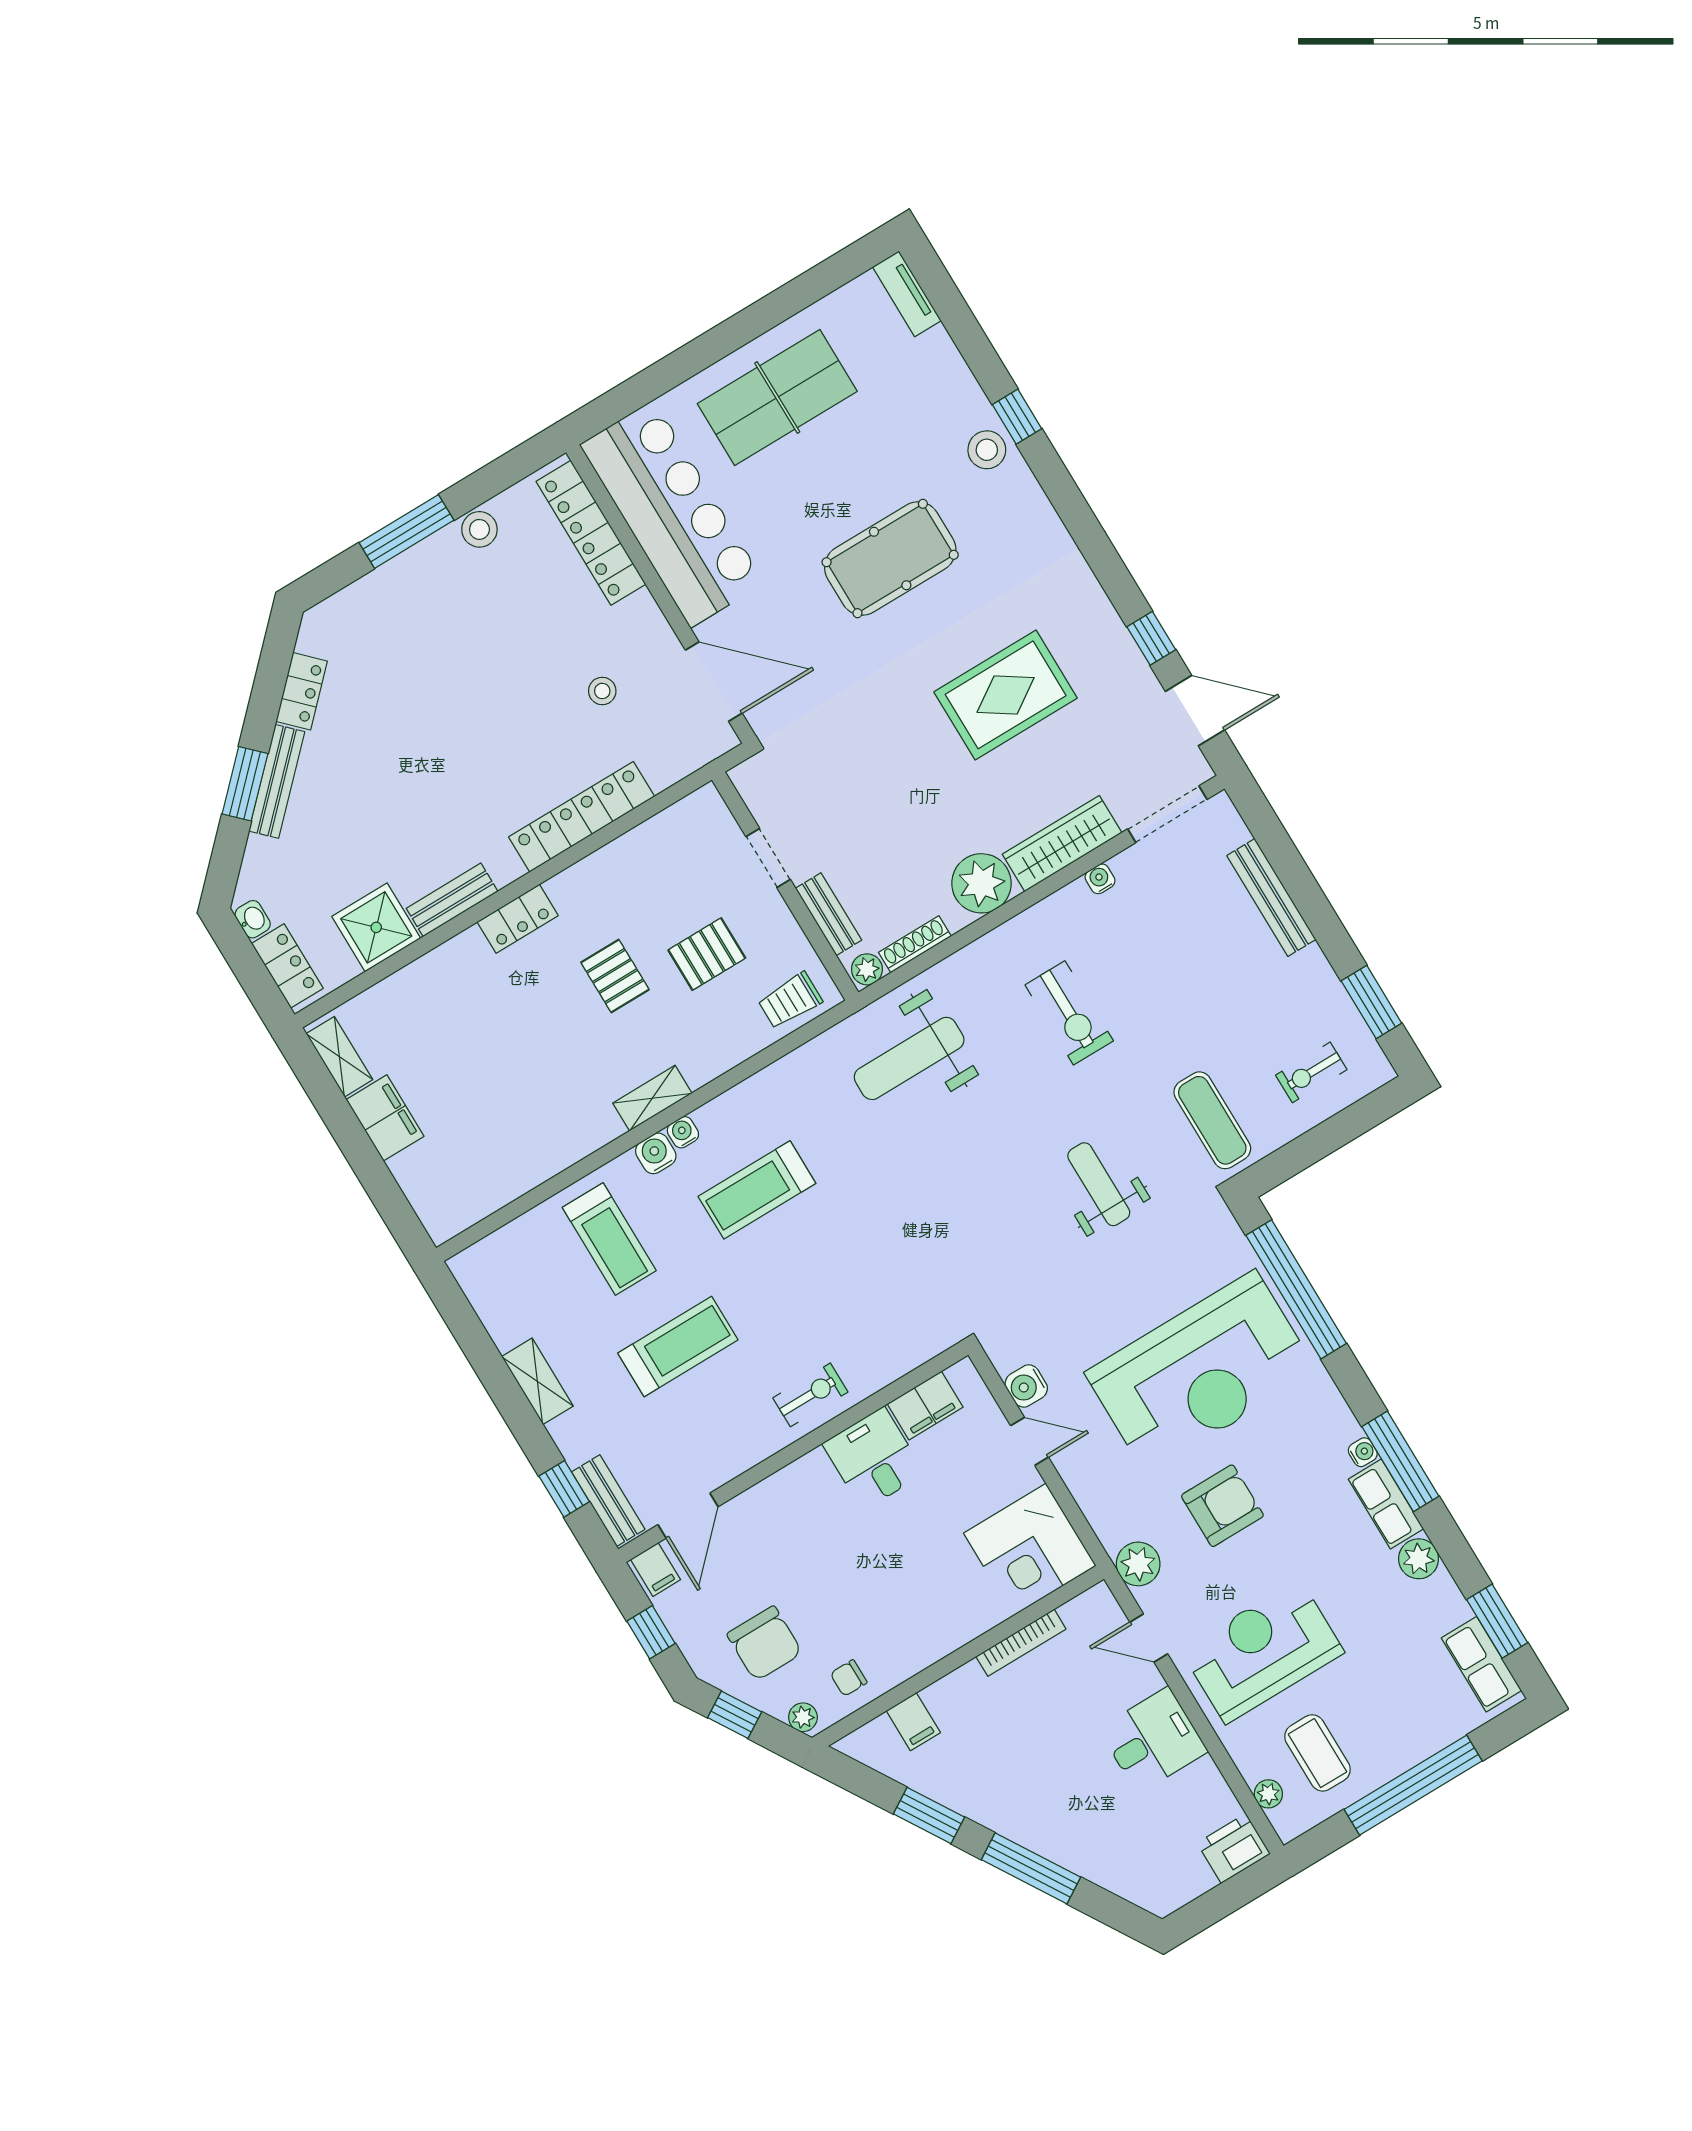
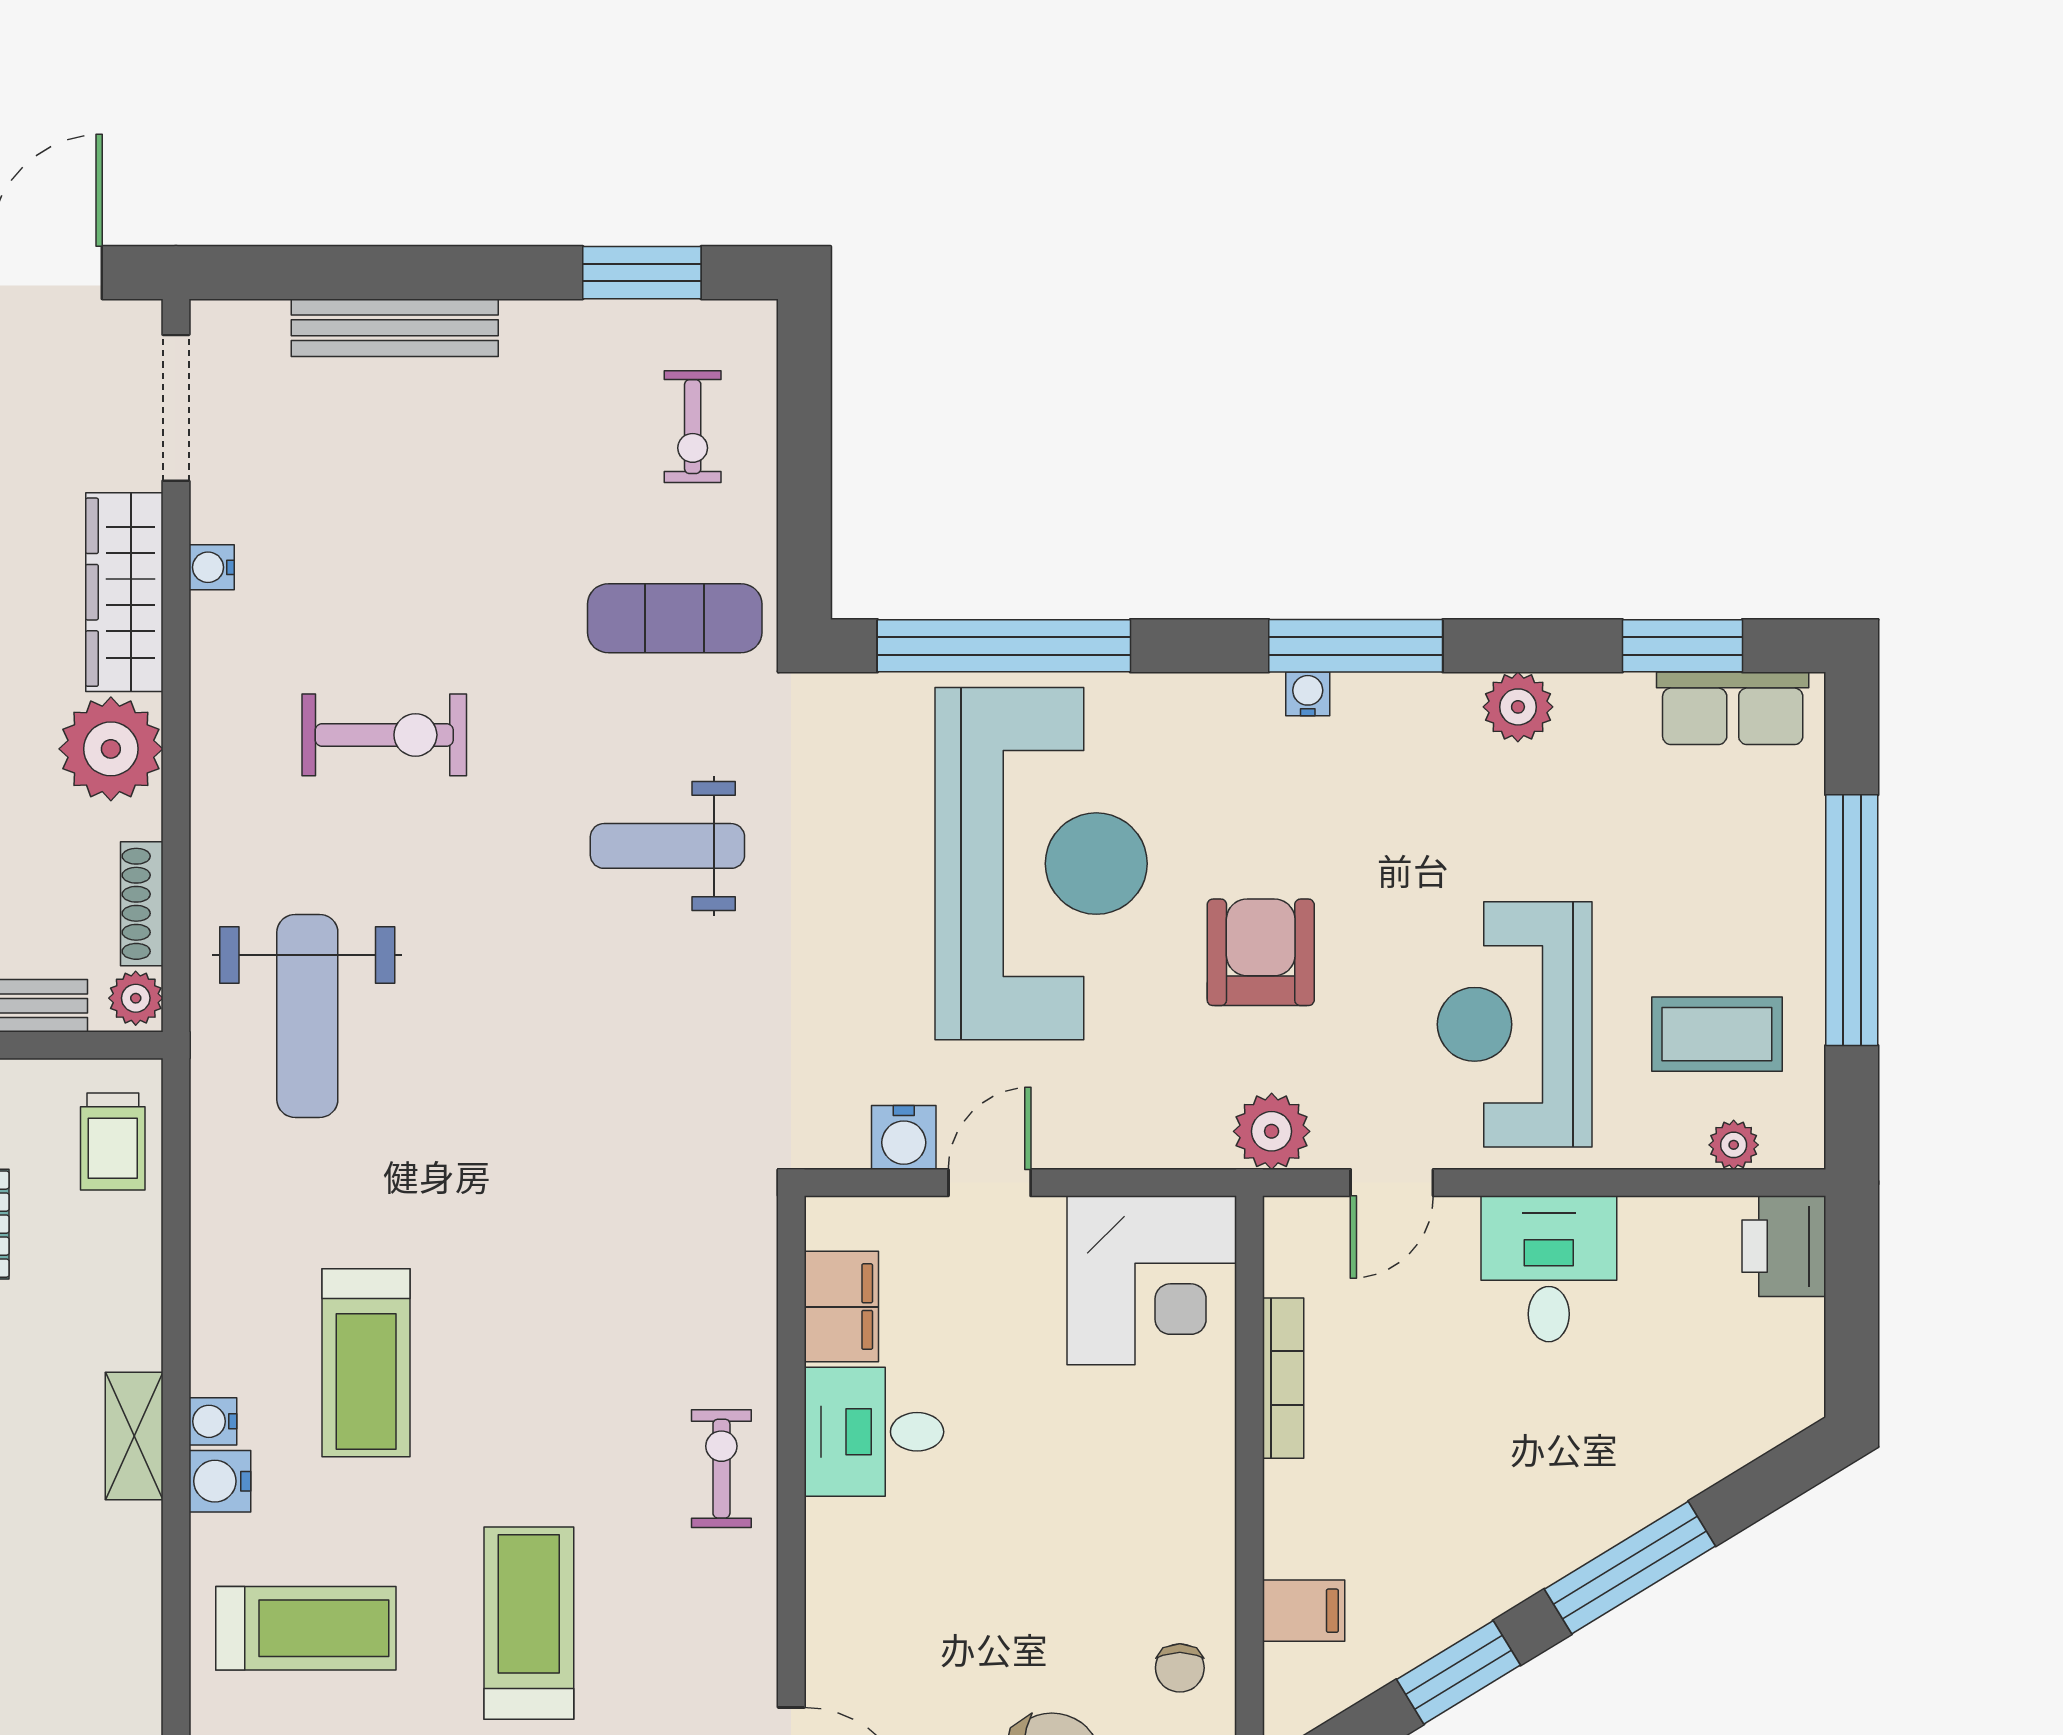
row of seats: (1386, 1504) -> (1406, 706), removed

